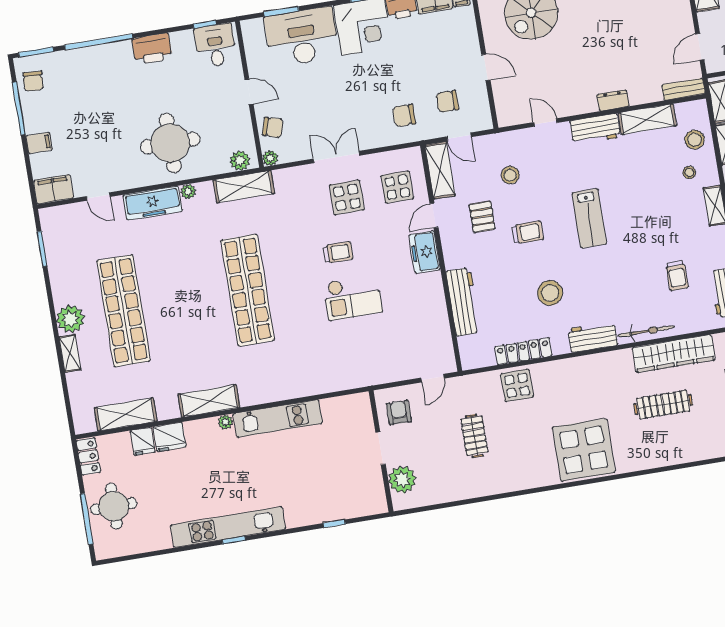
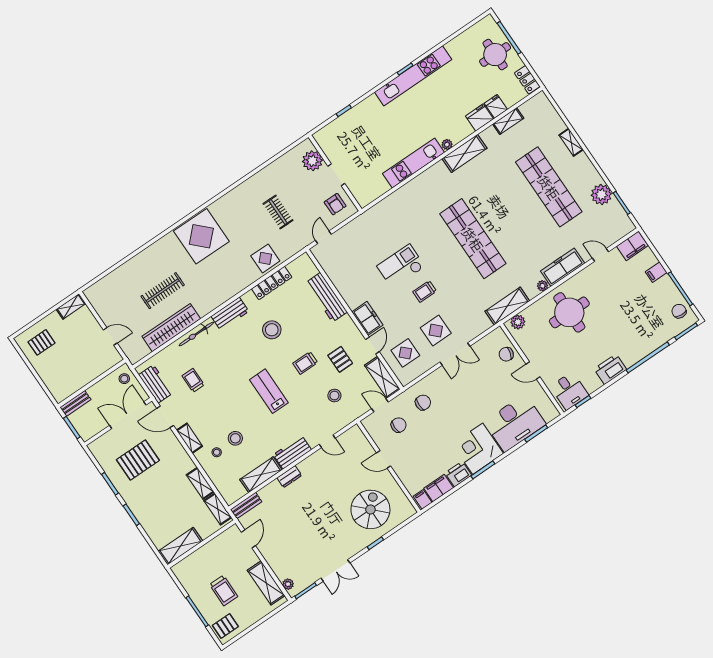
stool: (695, 140) -> (235, 438), moved
plant: (270, 158) -> (499, 333), removed
plant: (70, 319) -> (601, 195), moved
shelving: (126, 415) -> (508, 121), width x0.67, depth x0.75

